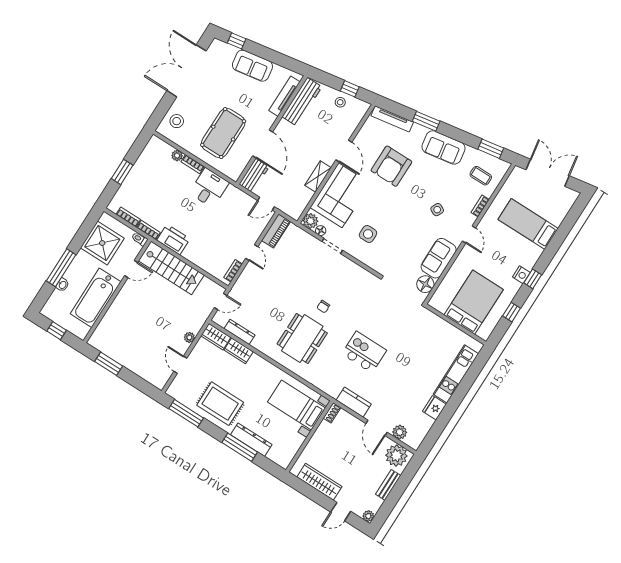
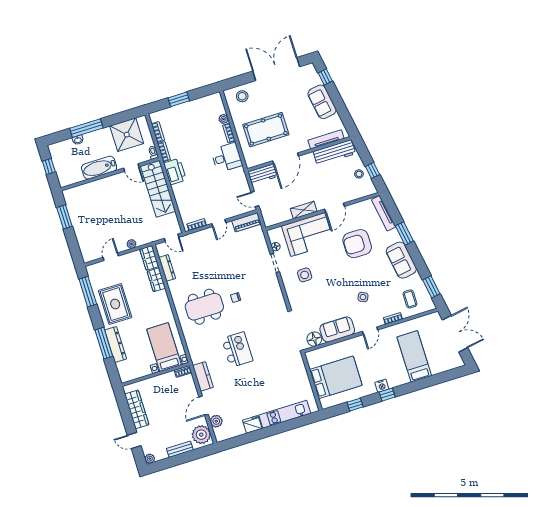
plant: (310, 221) -> (274, 235), removed
bathtub: (96, 298) -> (99, 168), width x0.73, depth x0.73

